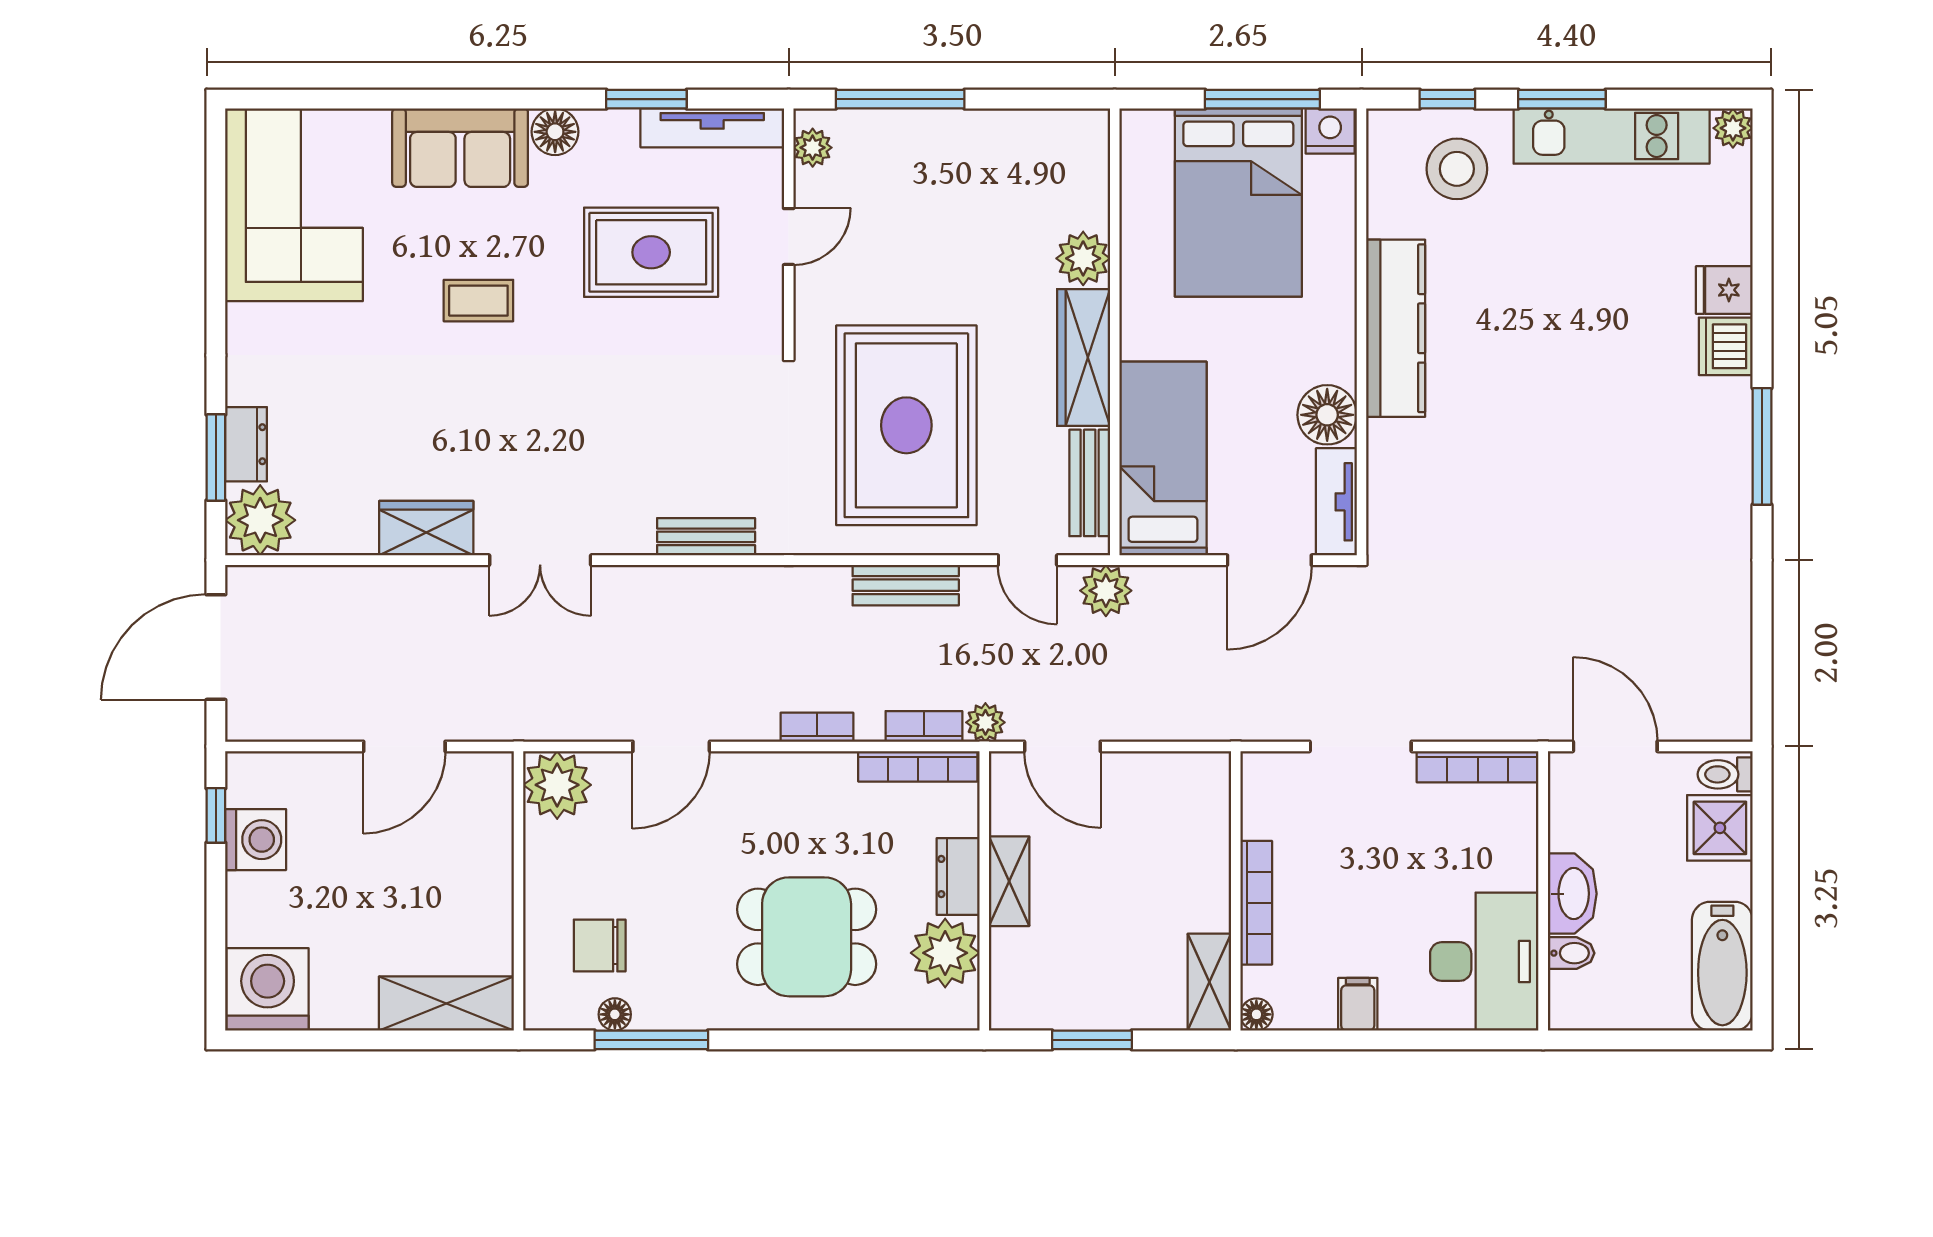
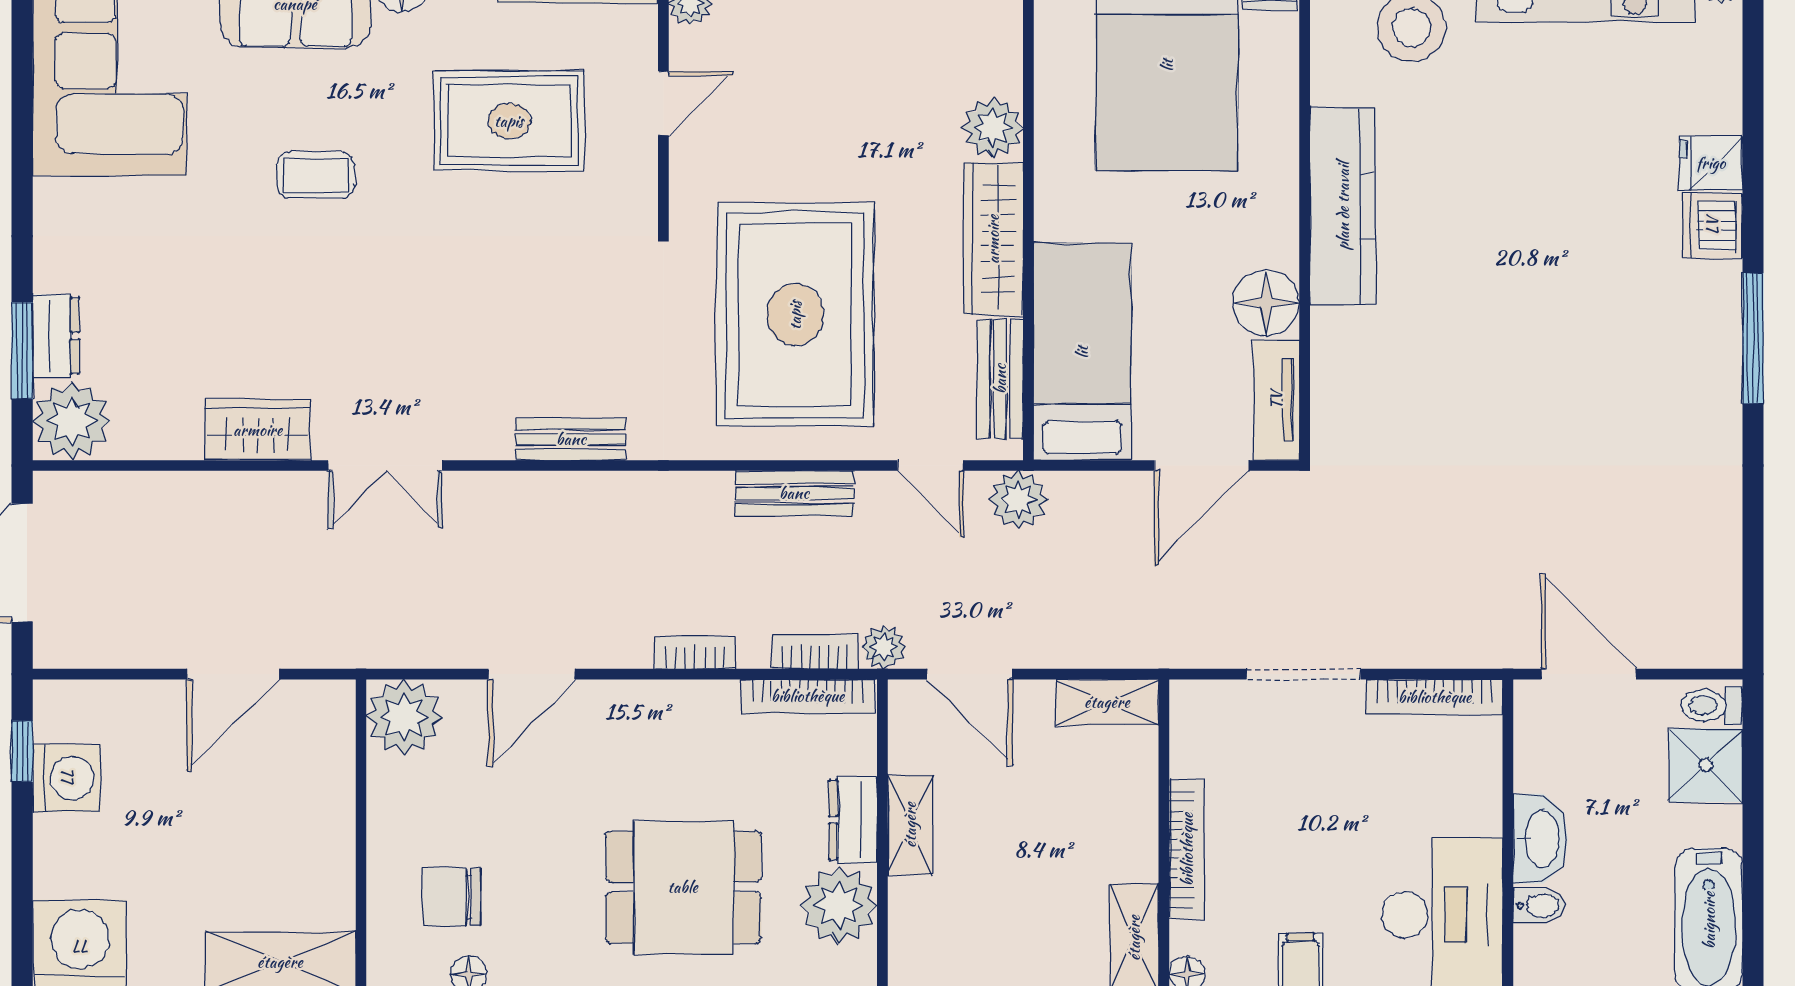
shelving: (1185, 772) -> (1107, 702), added

